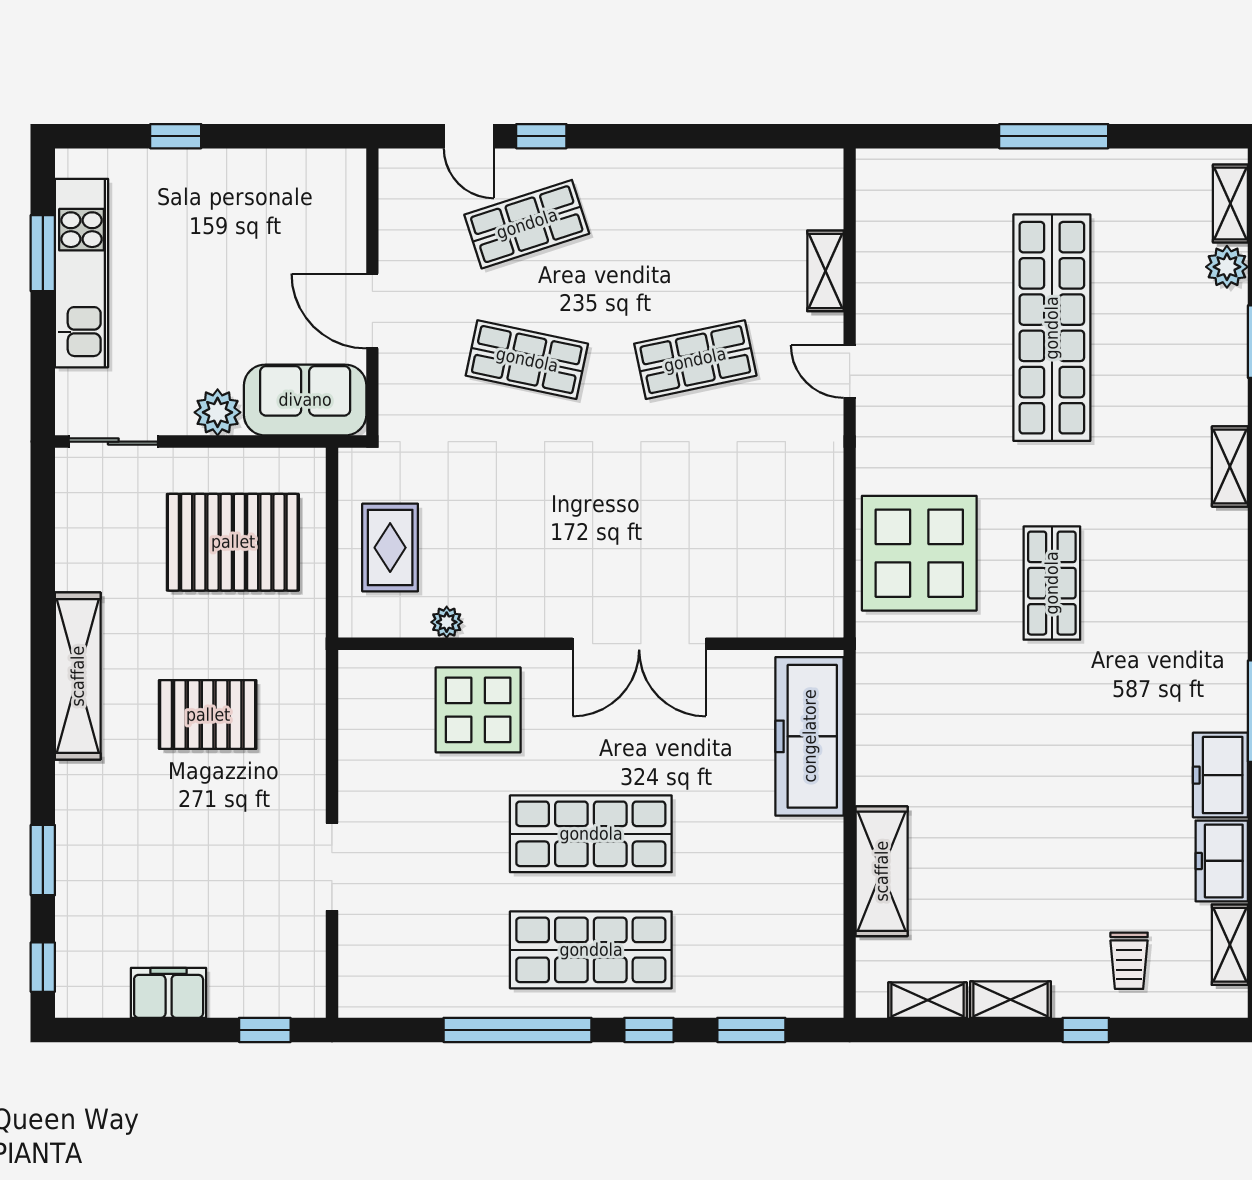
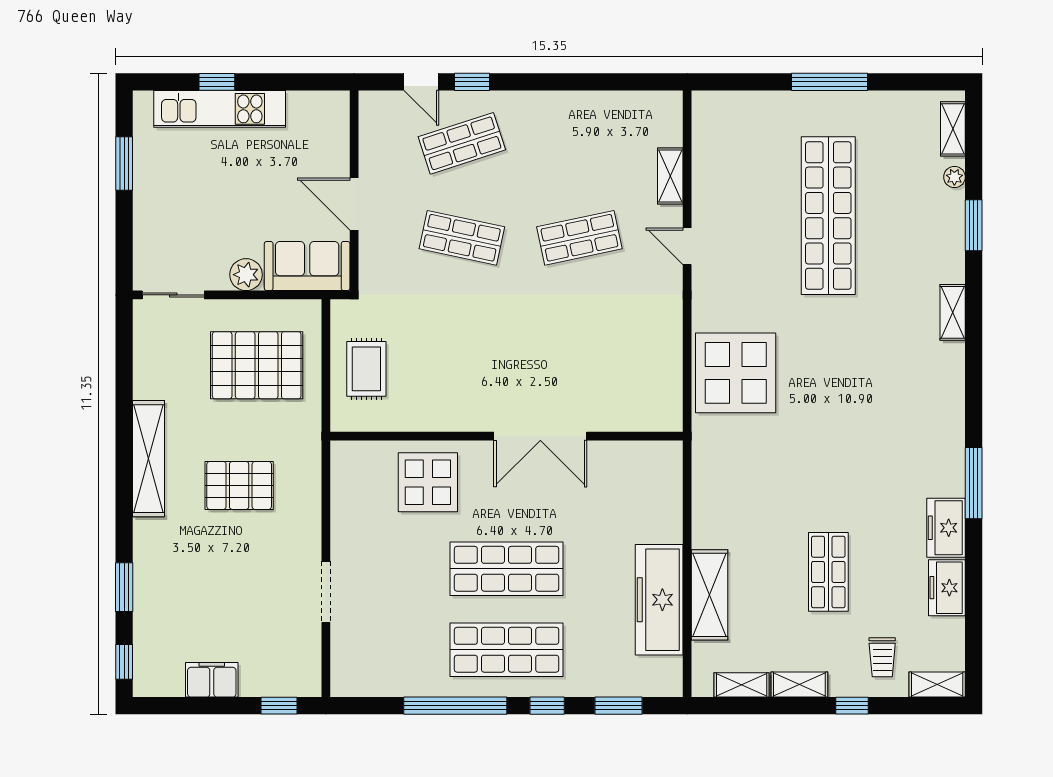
plant: (1227, 267) -> (954, 177), width x0.73, depth x0.73
kitchen unit: (82, 273) -> (220, 109), moved, turned 90
shop shelf: (1052, 583) -> (828, 572), moved
plant: (447, 622) -> (406, 421), removed
freezer: (810, 736) -> (659, 600), moved
shelving: (1230, 945) -> (937, 685), moved, turned 90

